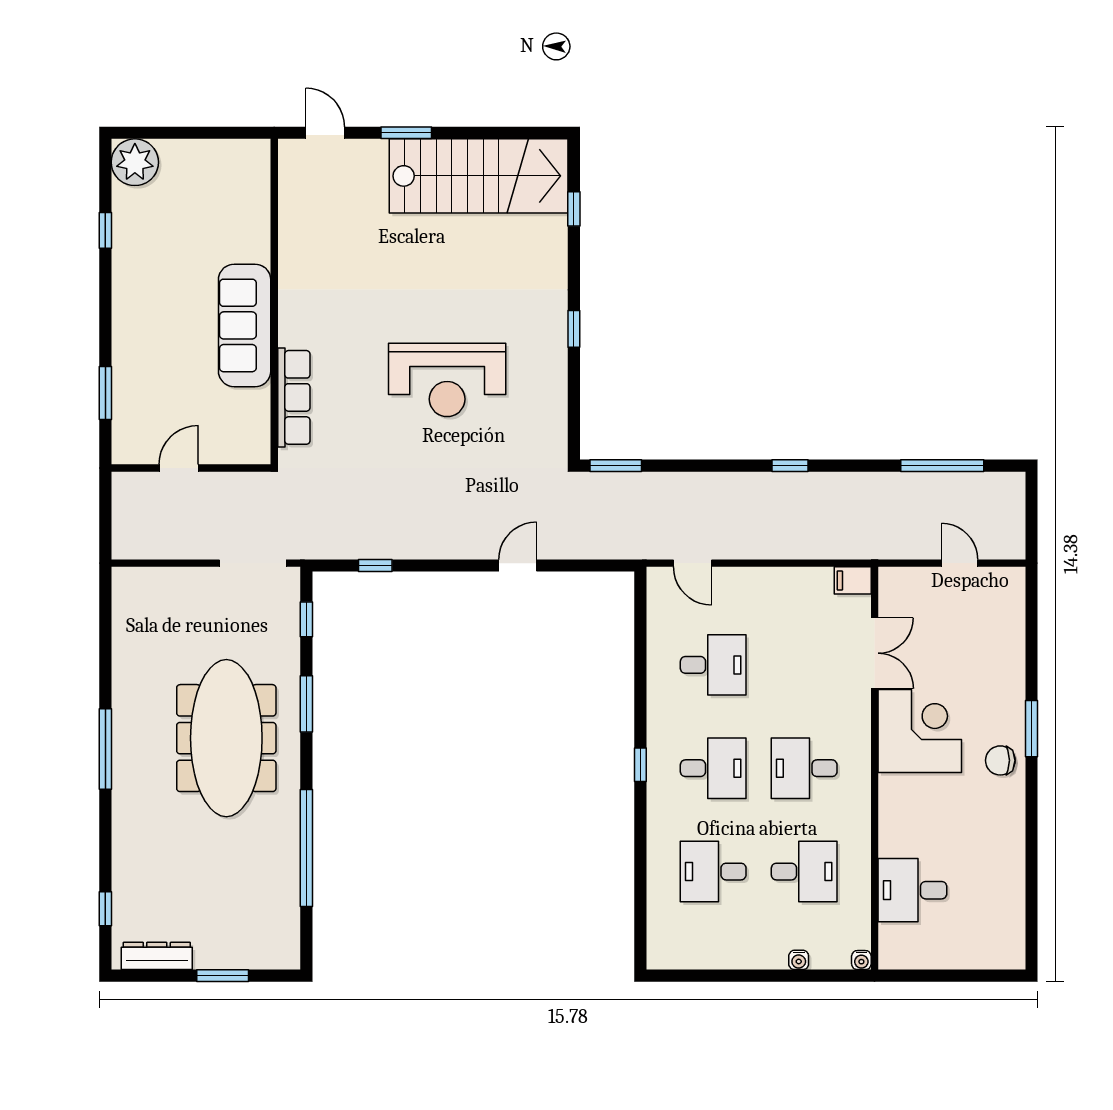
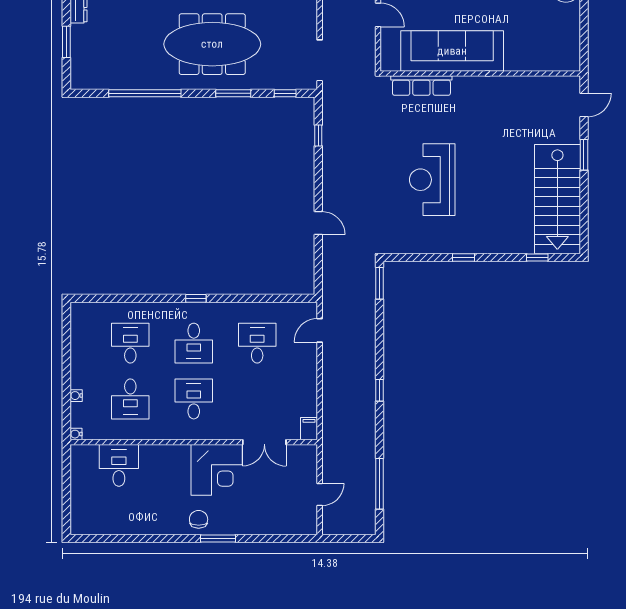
sofa: (245, 325) -> (452, 51), width x1.36, depth x1.27
desk: (713, 665) -> (257, 343), turned 180

